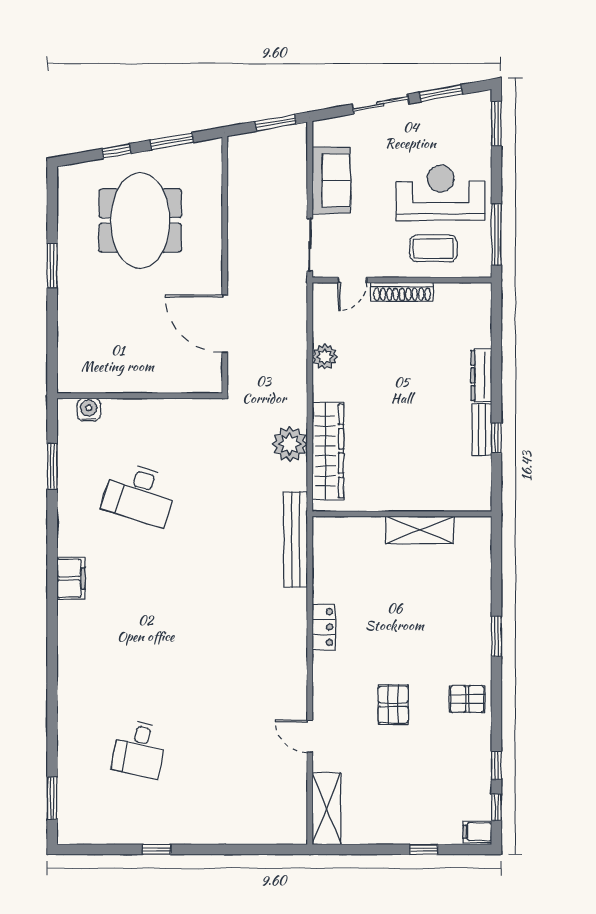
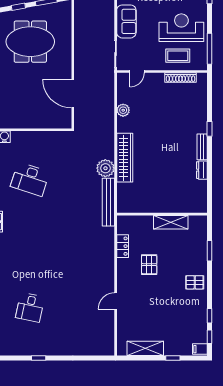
meeting table: (140, 221) -> (30, 42), turned 90
shoe rack: (402, 292) -> (181, 78), moved
dresser: (481, 375) -> (202, 170), moved, width x0.70
window: (496, 438) -> (209, 129), moved
plant: (290, 444) -> (105, 168), moved
wall: (402, 514) -> (162, 214), moved
shelving: (420, 530) -> (171, 222), moved
pallet: (393, 705) -> (149, 265), moved
door: (310, 736) -> (116, 301), hinge flipped
shelving: (327, 809) -> (145, 348), moved, turned 90

